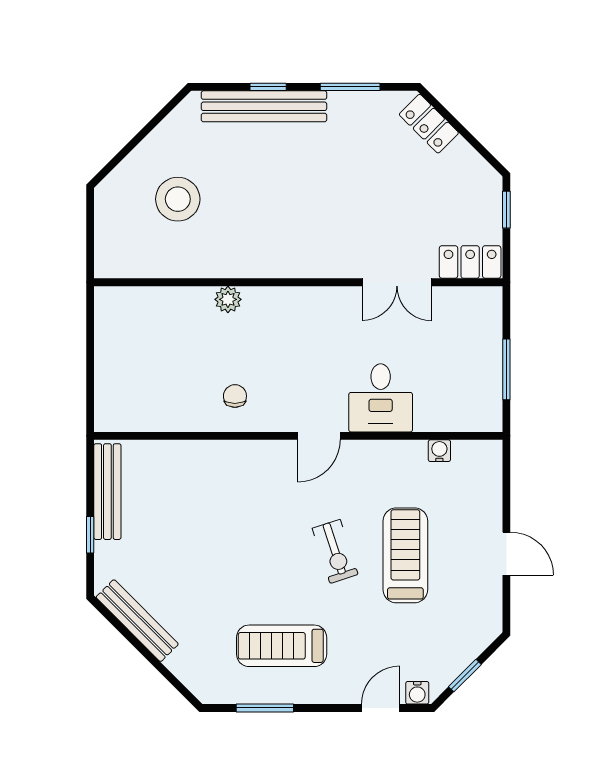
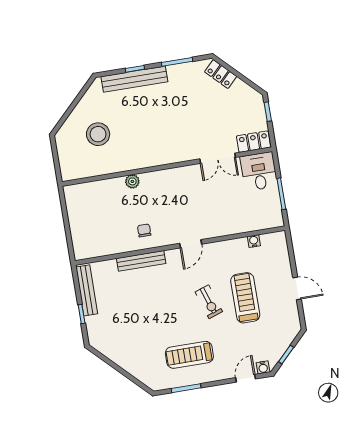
desk: (381, 398) -> (259, 171), moved, turned 180
bench: (137, 621) -> (141, 261), moved, turned -45

